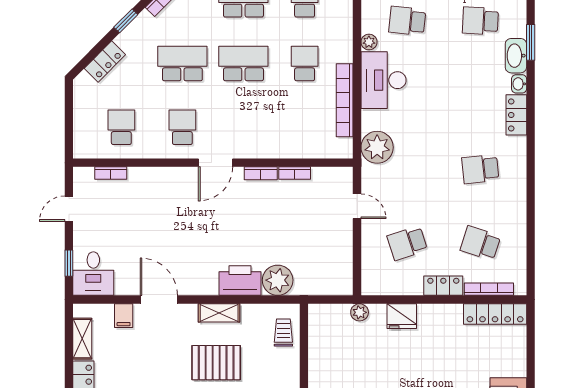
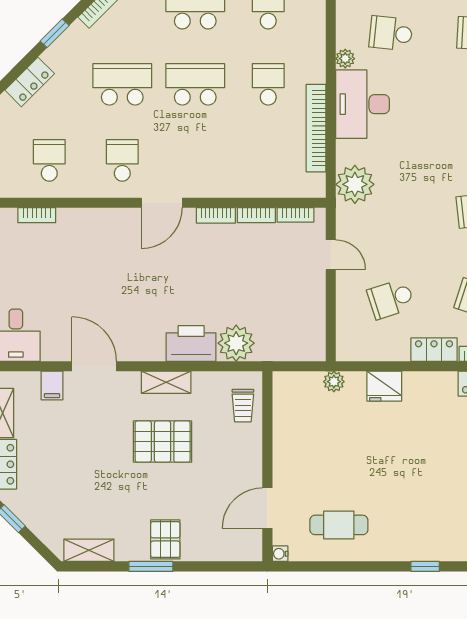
bookcase: (327, 173) -> (296, 215), added
trolley: (283, 333) -> (243, 406), turned 180

